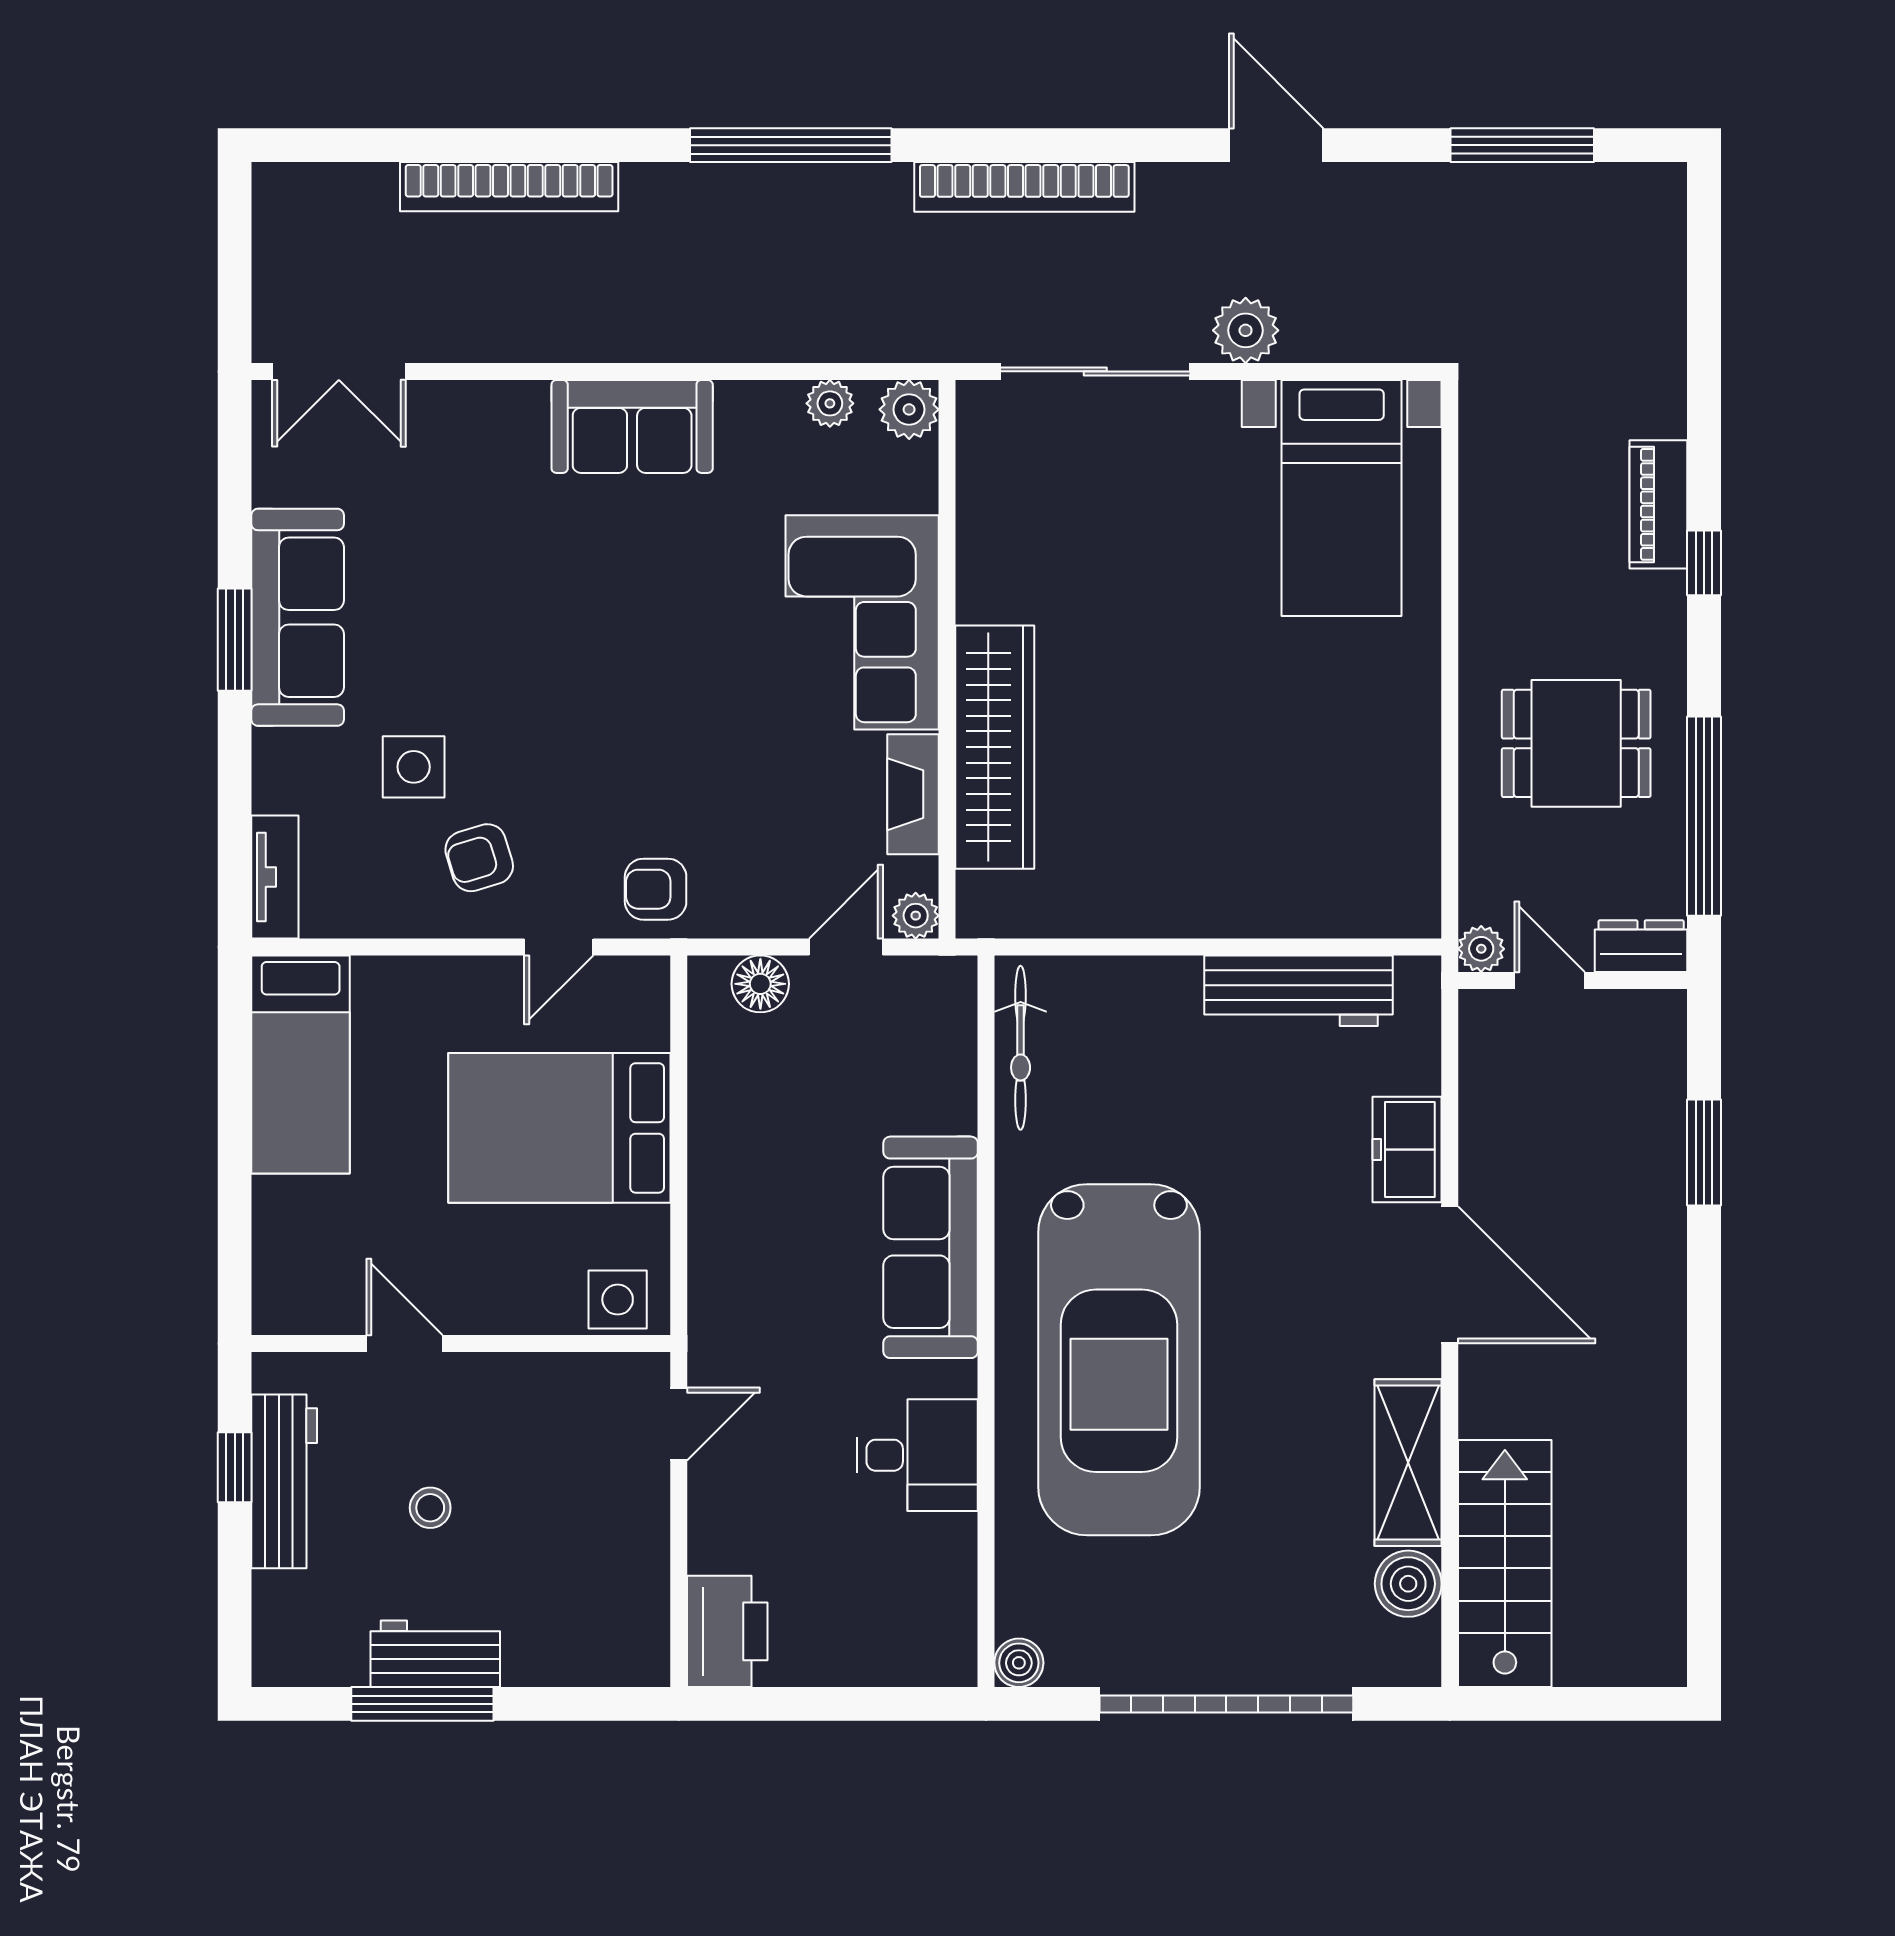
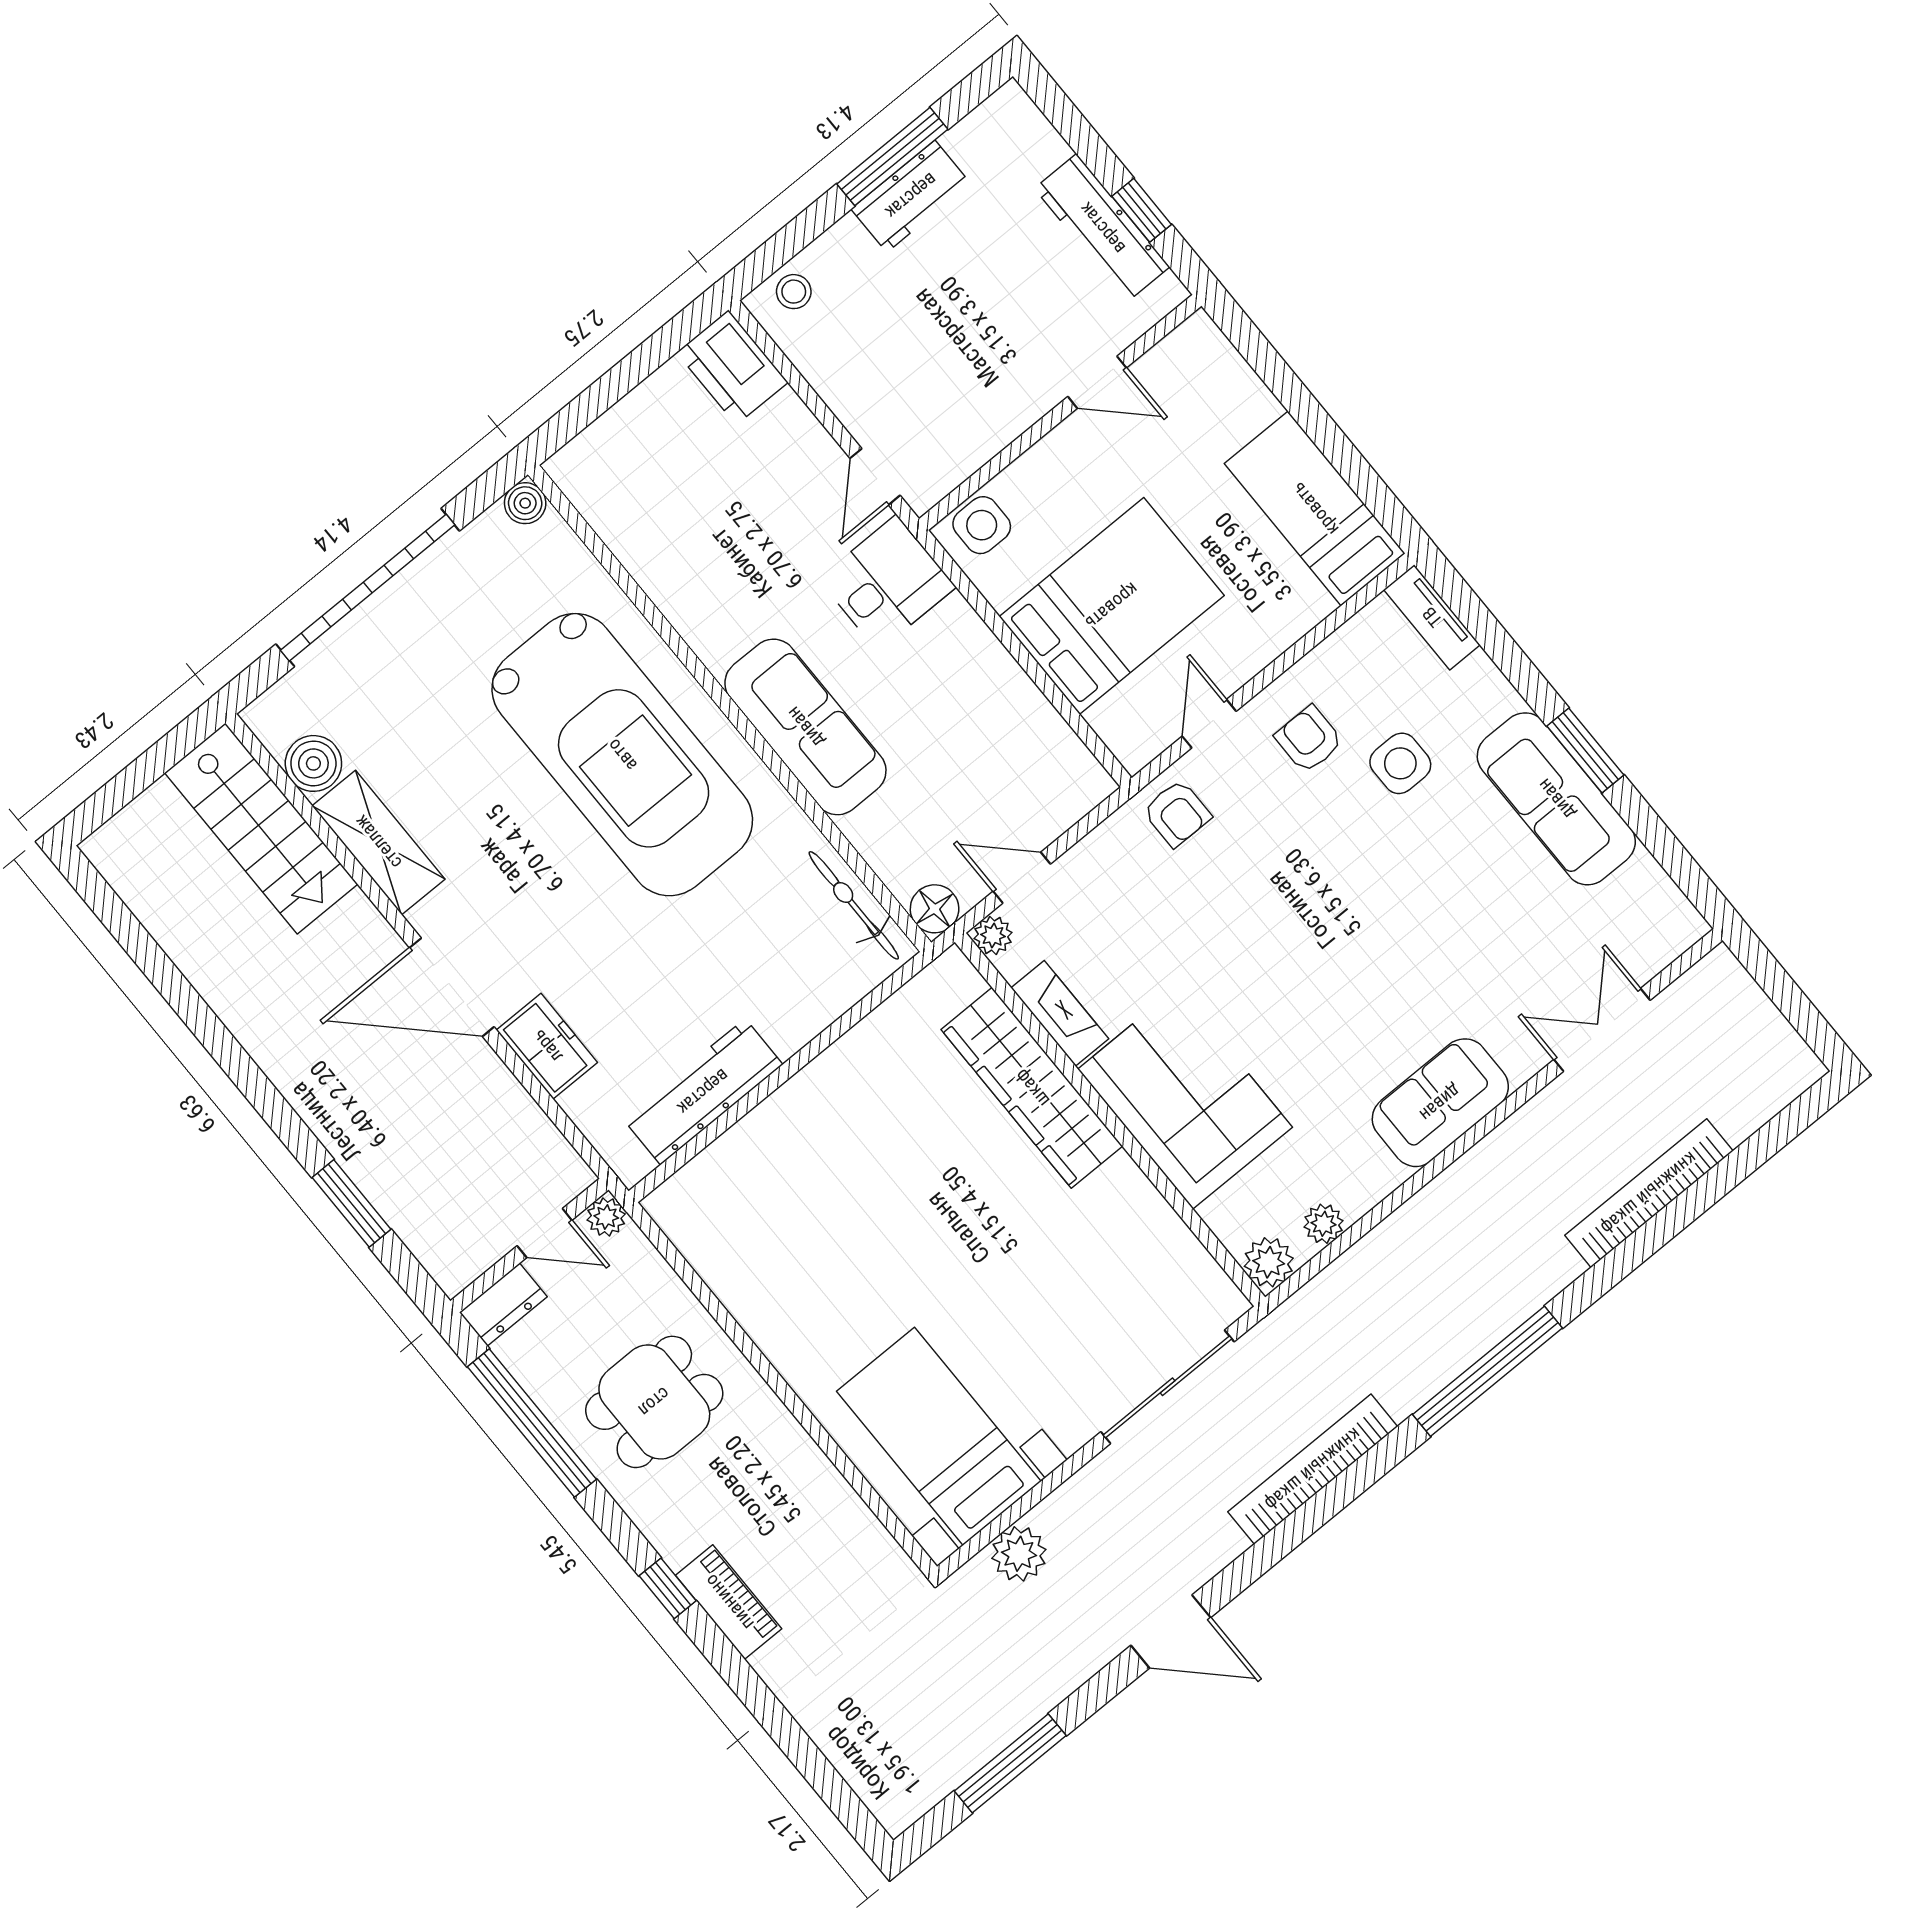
plant: (1246, 330) -> (1019, 1554), moved
double door: (339, 371) -> (1602, 1030), moved
armchair: (479, 858) -> (1309, 739), turned -73
armchair: (656, 889) -> (1177, 813), turned 90
door: (846, 947) -> (1022, 878), swing flipped
floor lamp: (760, 984) -> (935, 909), moved
car: (1119, 1360) -> (622, 755), turned 180
desk: (917, 1455) -> (887, 583), moved, turned 180
stool: (430, 1508) -> (794, 292), moved

